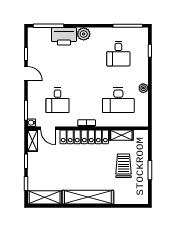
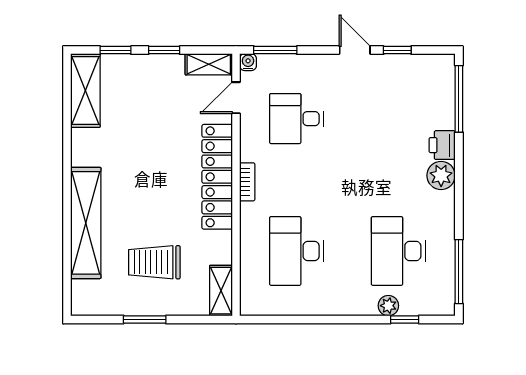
printer: (64, 36) -> (442, 145), width x0.53, depth x0.68
desk: (118, 54) -> (398, 251), width x1.37
door: (26, 74) -> (355, 50), swing flipped
plant: (143, 88) -> (388, 306), moved
shelving: (121, 135) -> (221, 291), moved
trolley: (124, 166) -> (154, 262), turned 180
shelving: (88, 197) -> (86, 223), moved

